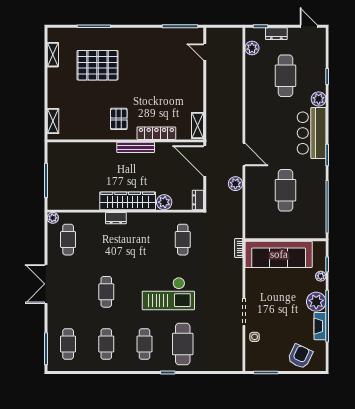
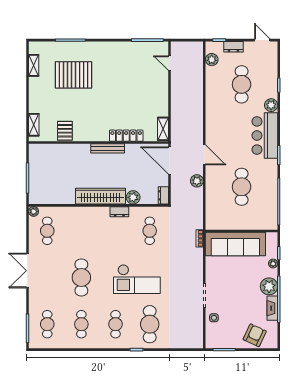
pallet: (119, 119) -> (65, 131), moved
dresser: (116, 218) -> (119, 212), moved
cafe table: (106, 292) -> (81, 277), width x1.37, depth x1.35

